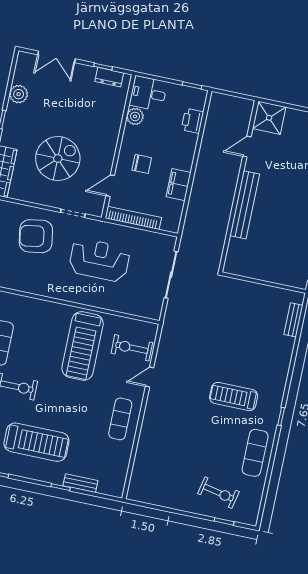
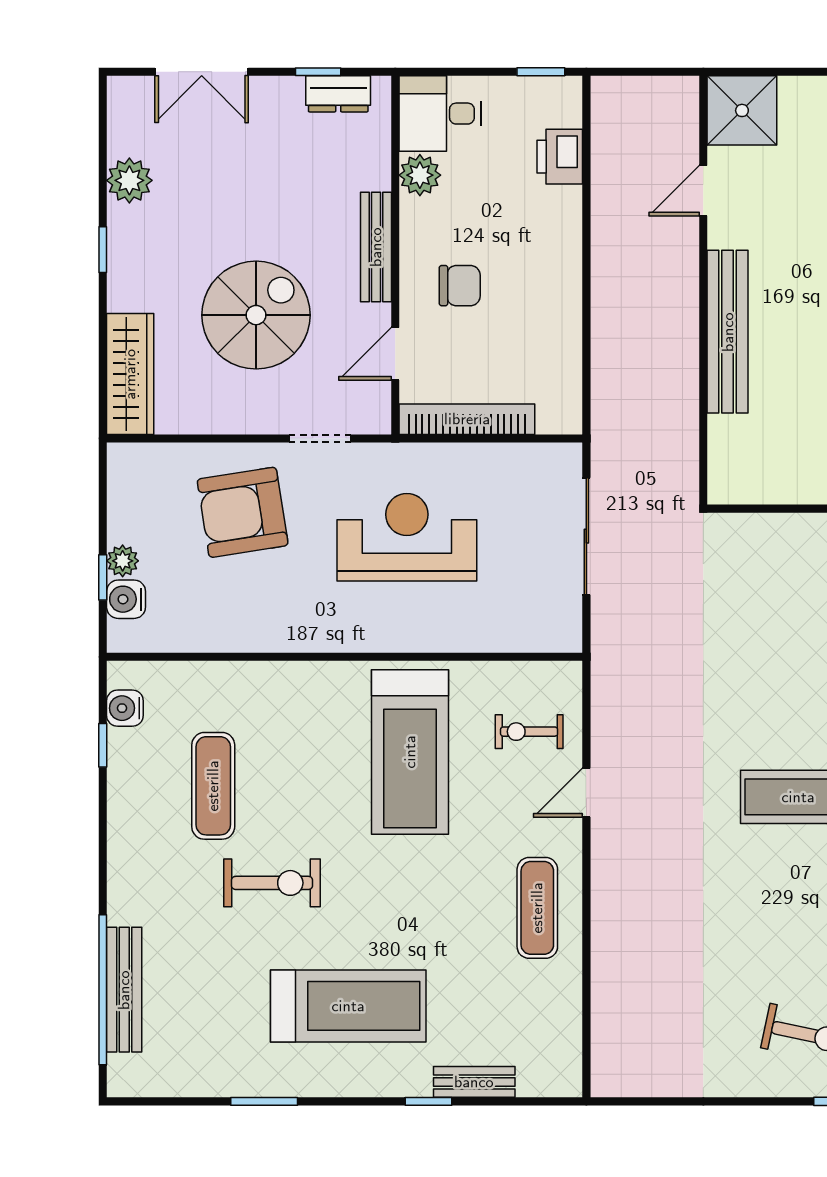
bench: (111, 141) -> (376, 247), added
filing cabinet: (179, 185) -> (559, 317), removed
exercise bike: (132, 348) -> (529, 732), width x0.73, depth x0.72

